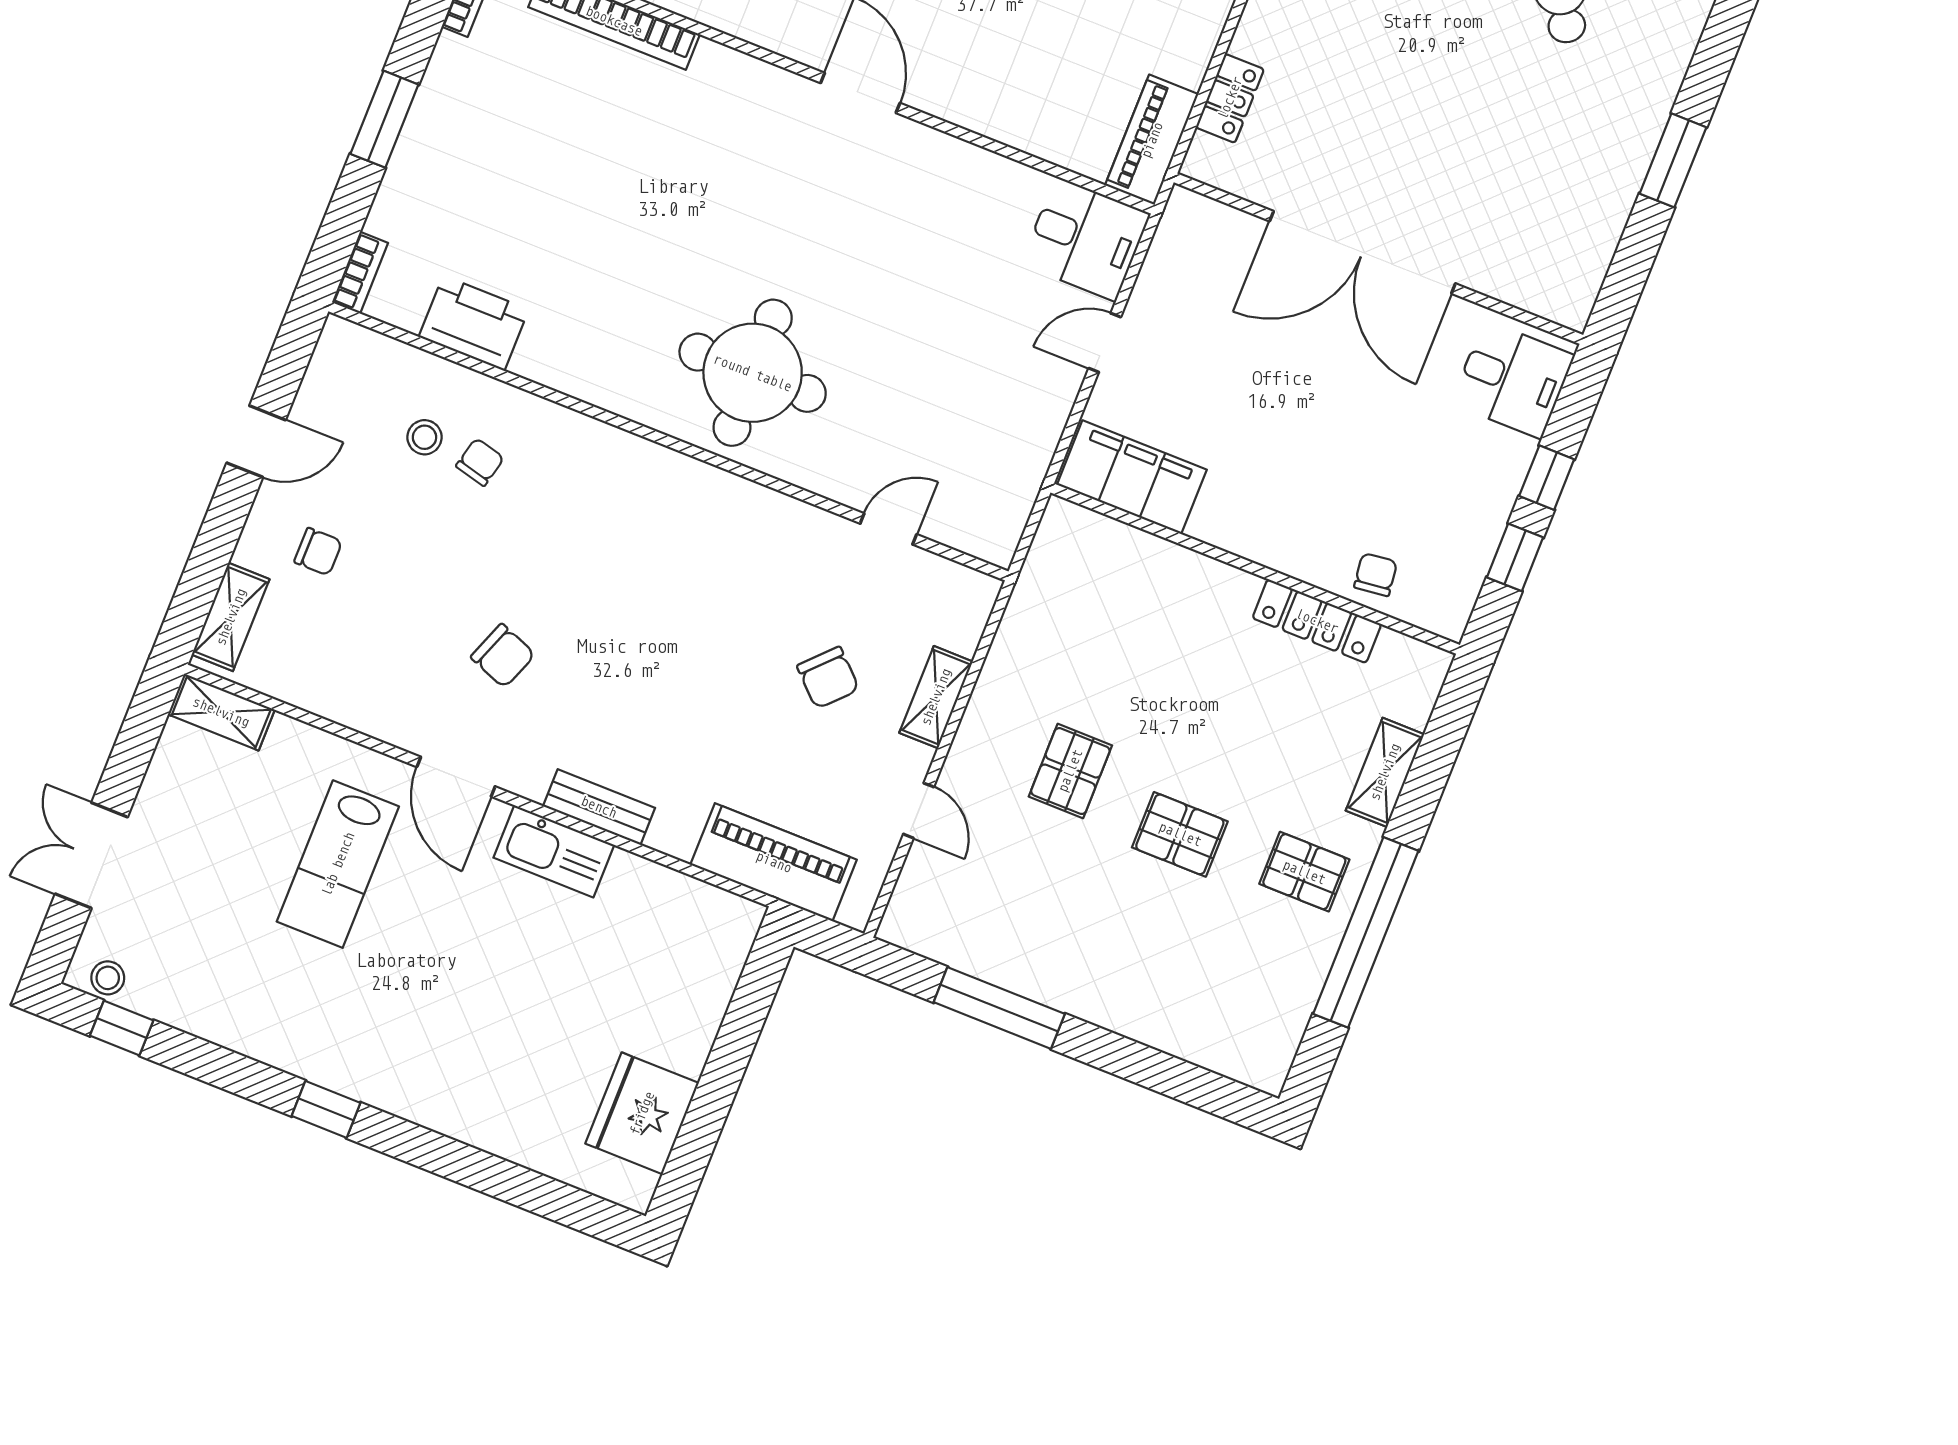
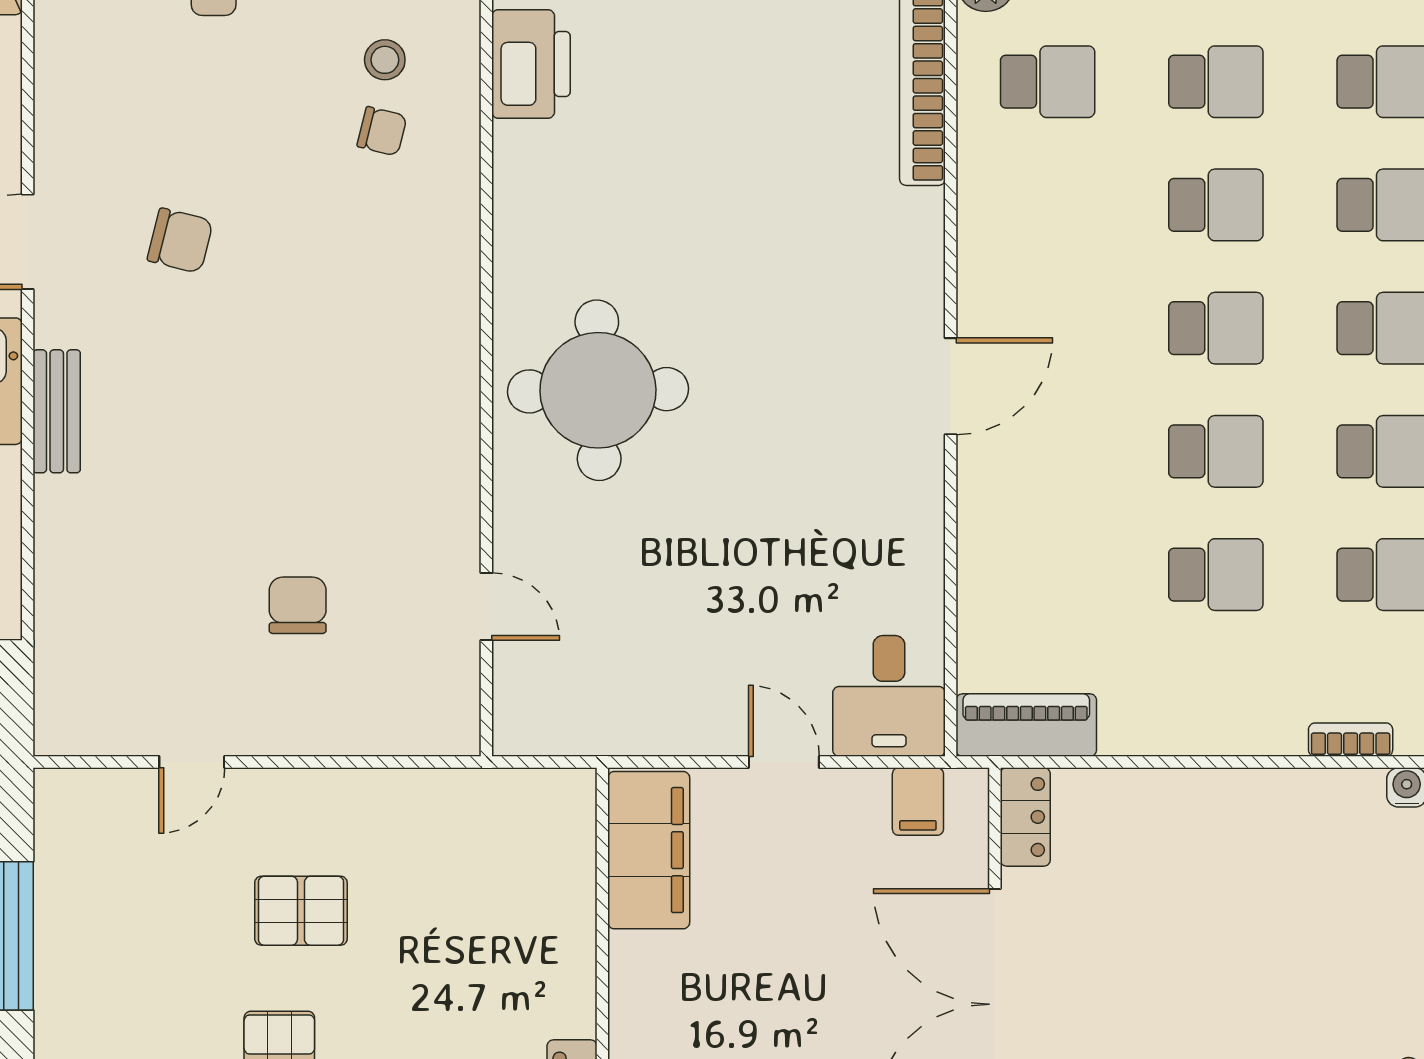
locker: (1230, 98) -> (1025, 817), moved, turned -90
filing cabinet: (1178, 249) -> (918, 802), added
chair: (503, 656) -> (180, 241), turned -97
chair: (828, 678) -> (298, 605), turned 136
shelving: (936, 697) -> (323, 732), removed
piano: (774, 862) -> (72, 626), removed

